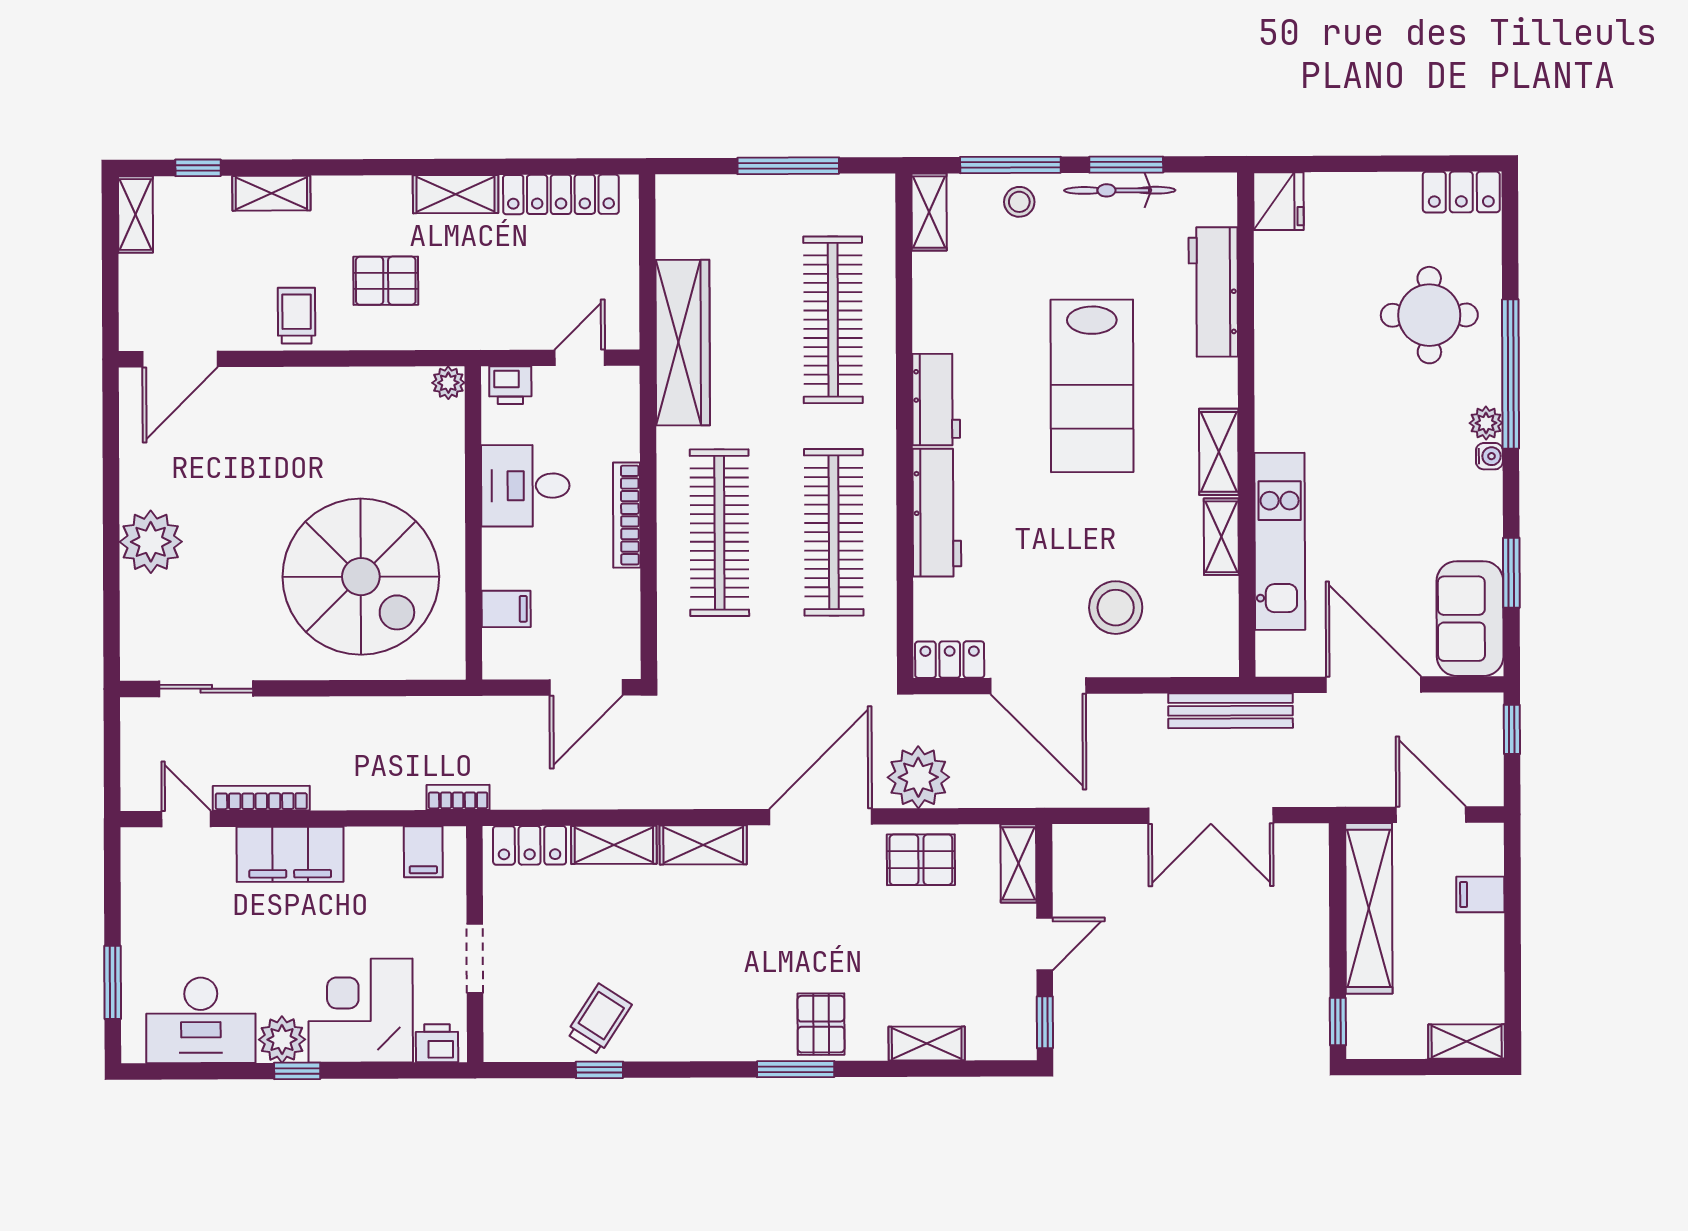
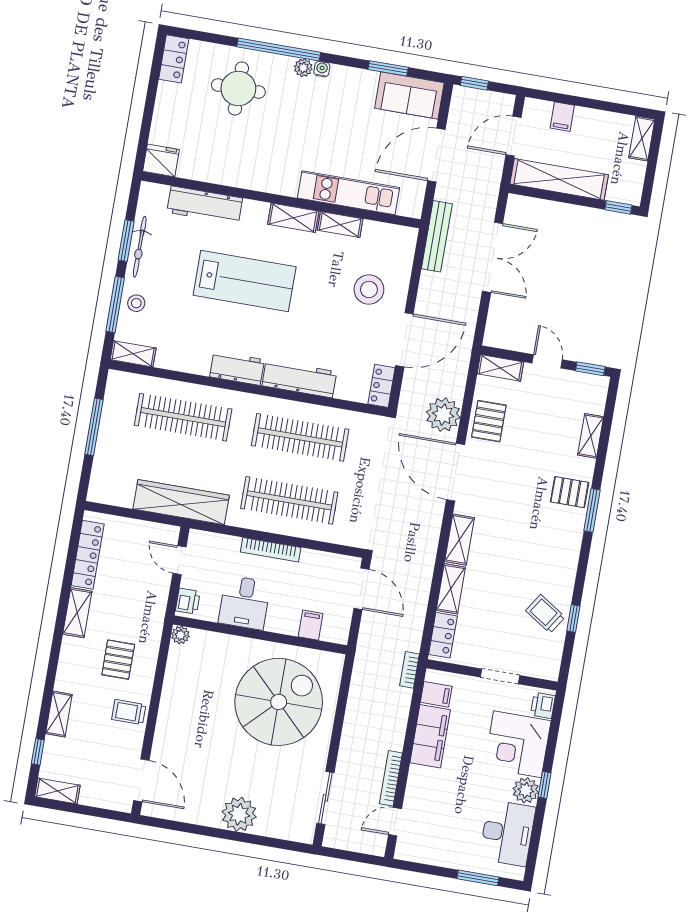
filing cabinet: (290, 854) -> (430, 736), moved

